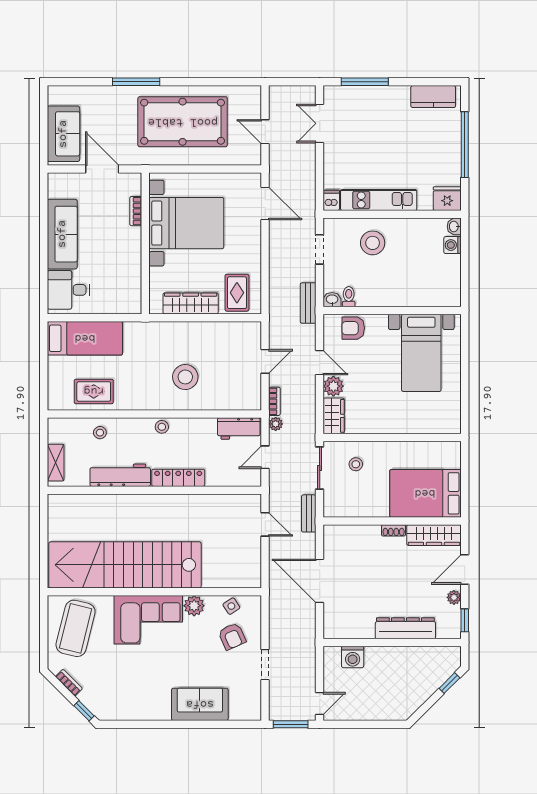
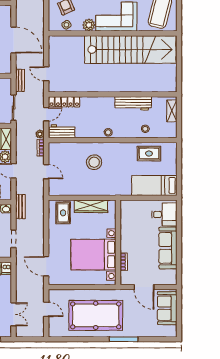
door: (265, 361) -> (46, 172), swing flipped
locker: (178, 478) -> (64, 102), moved

